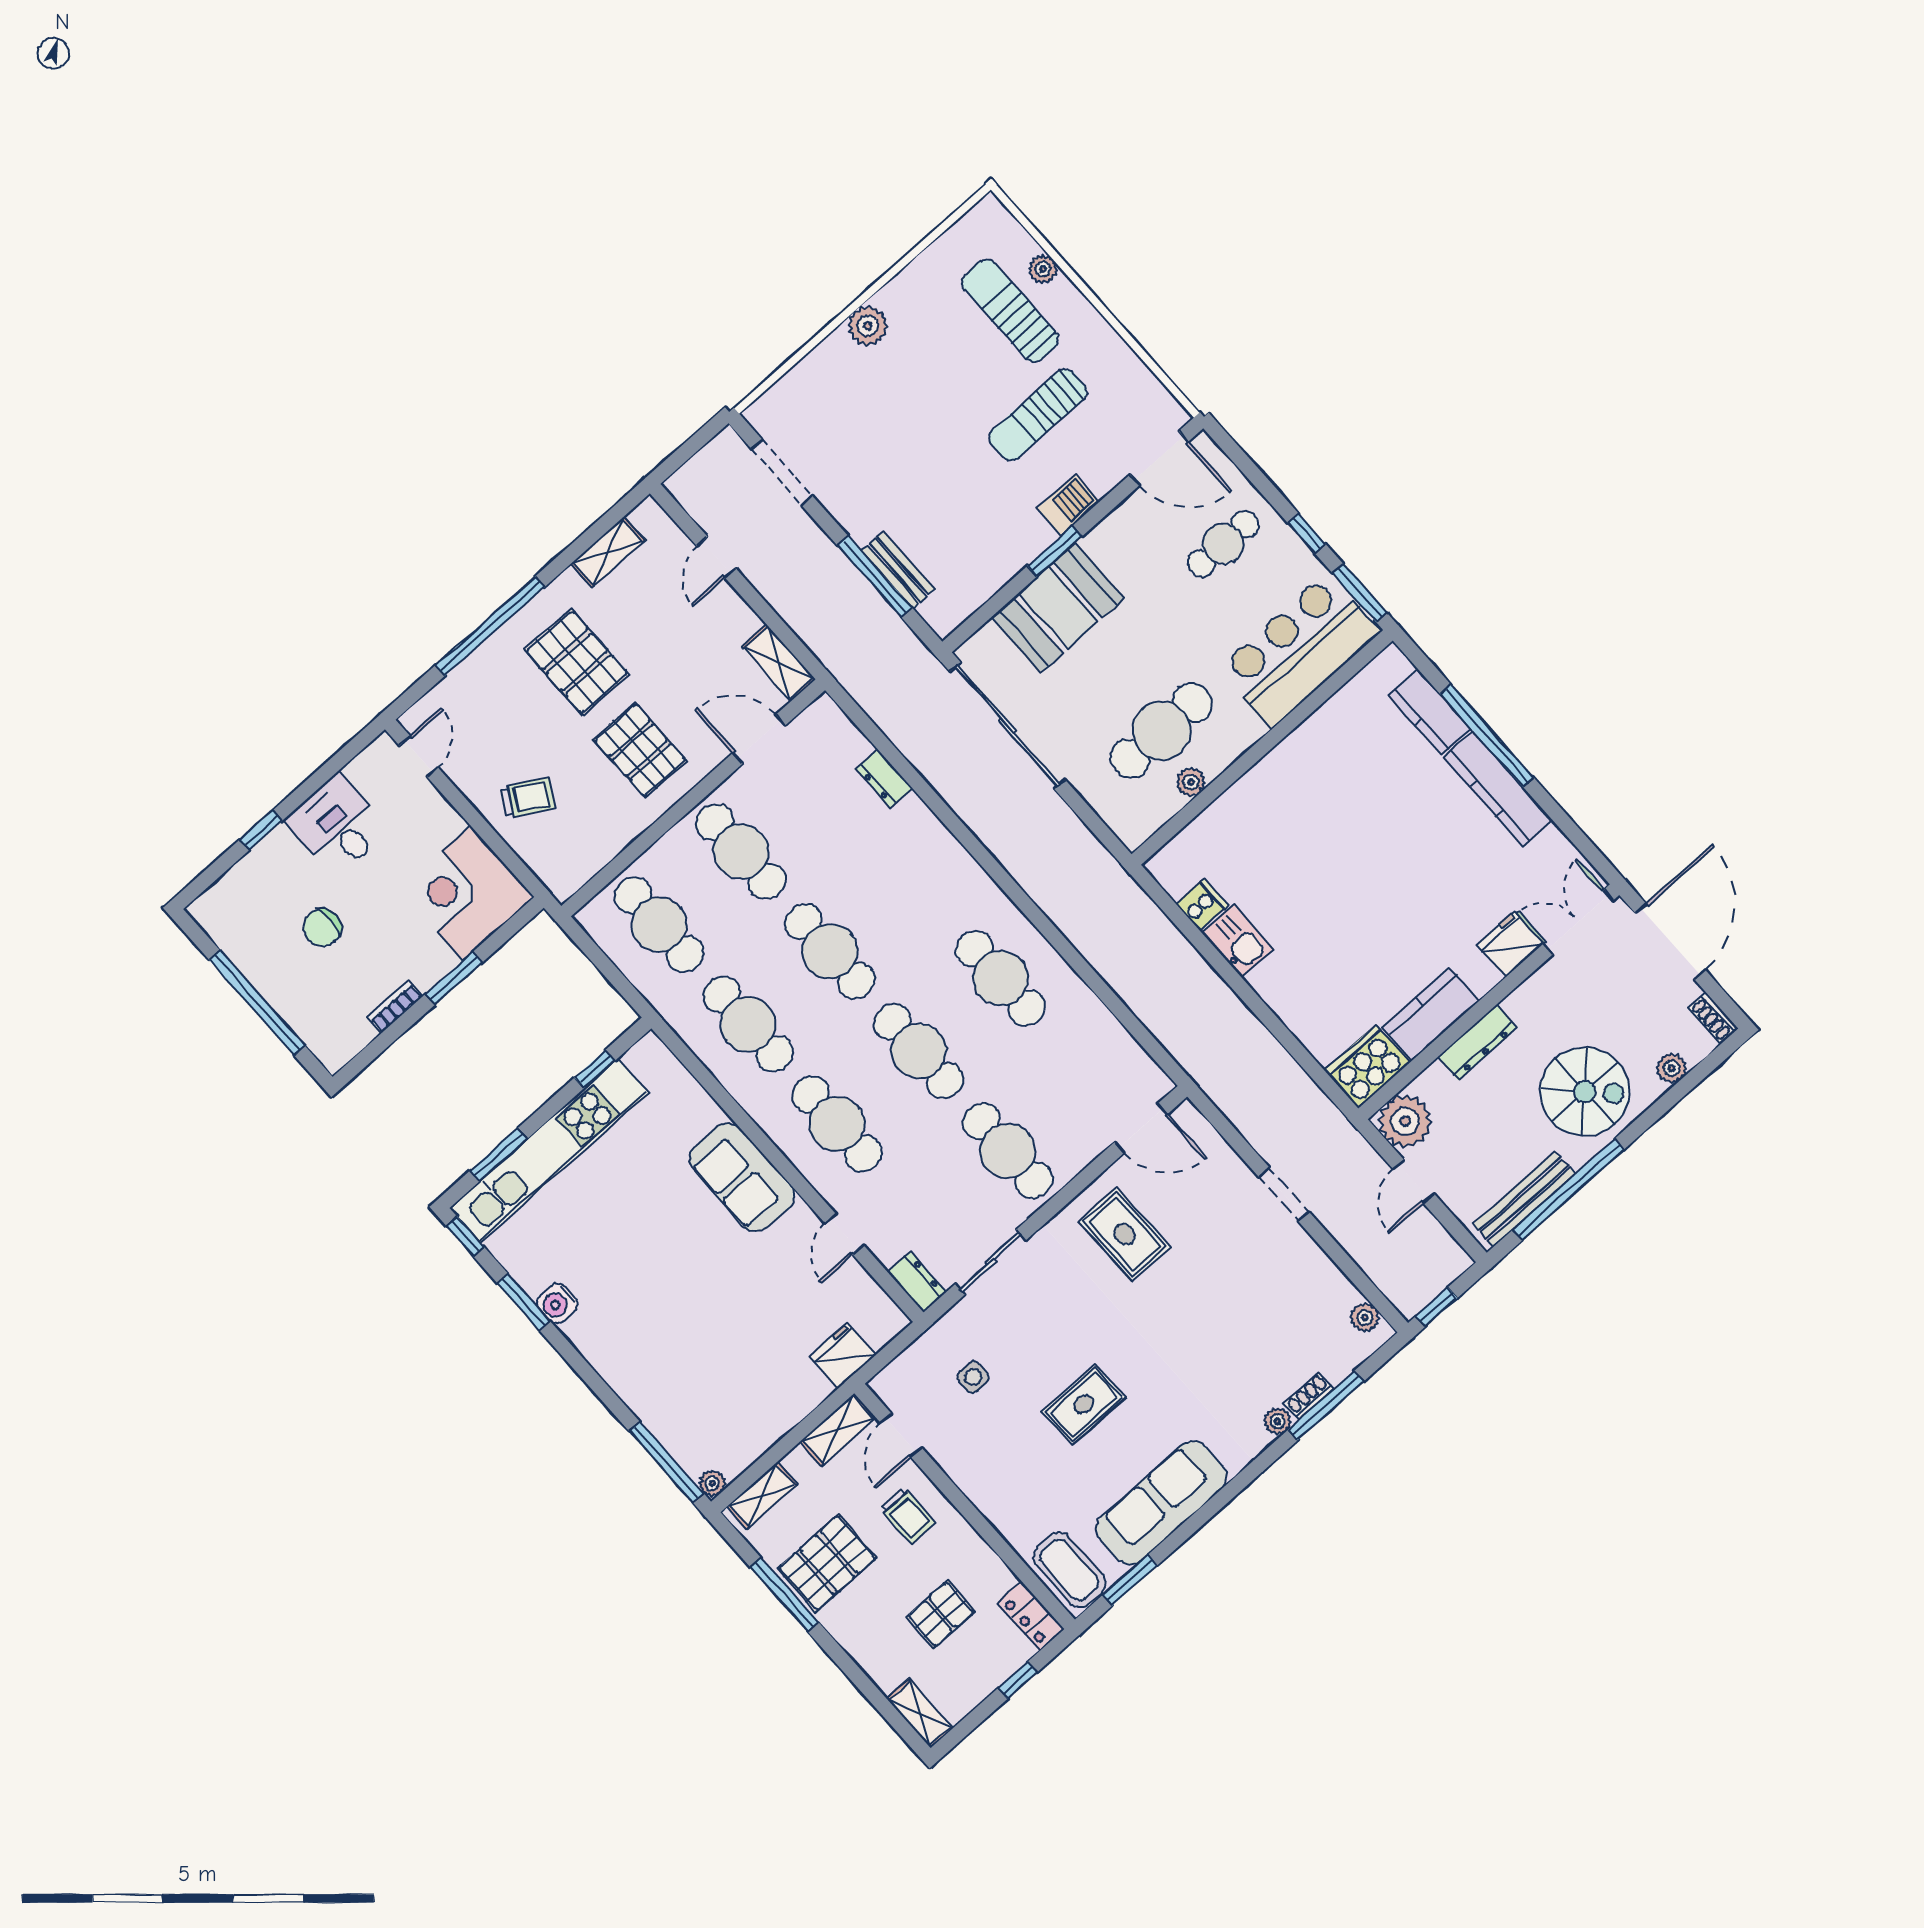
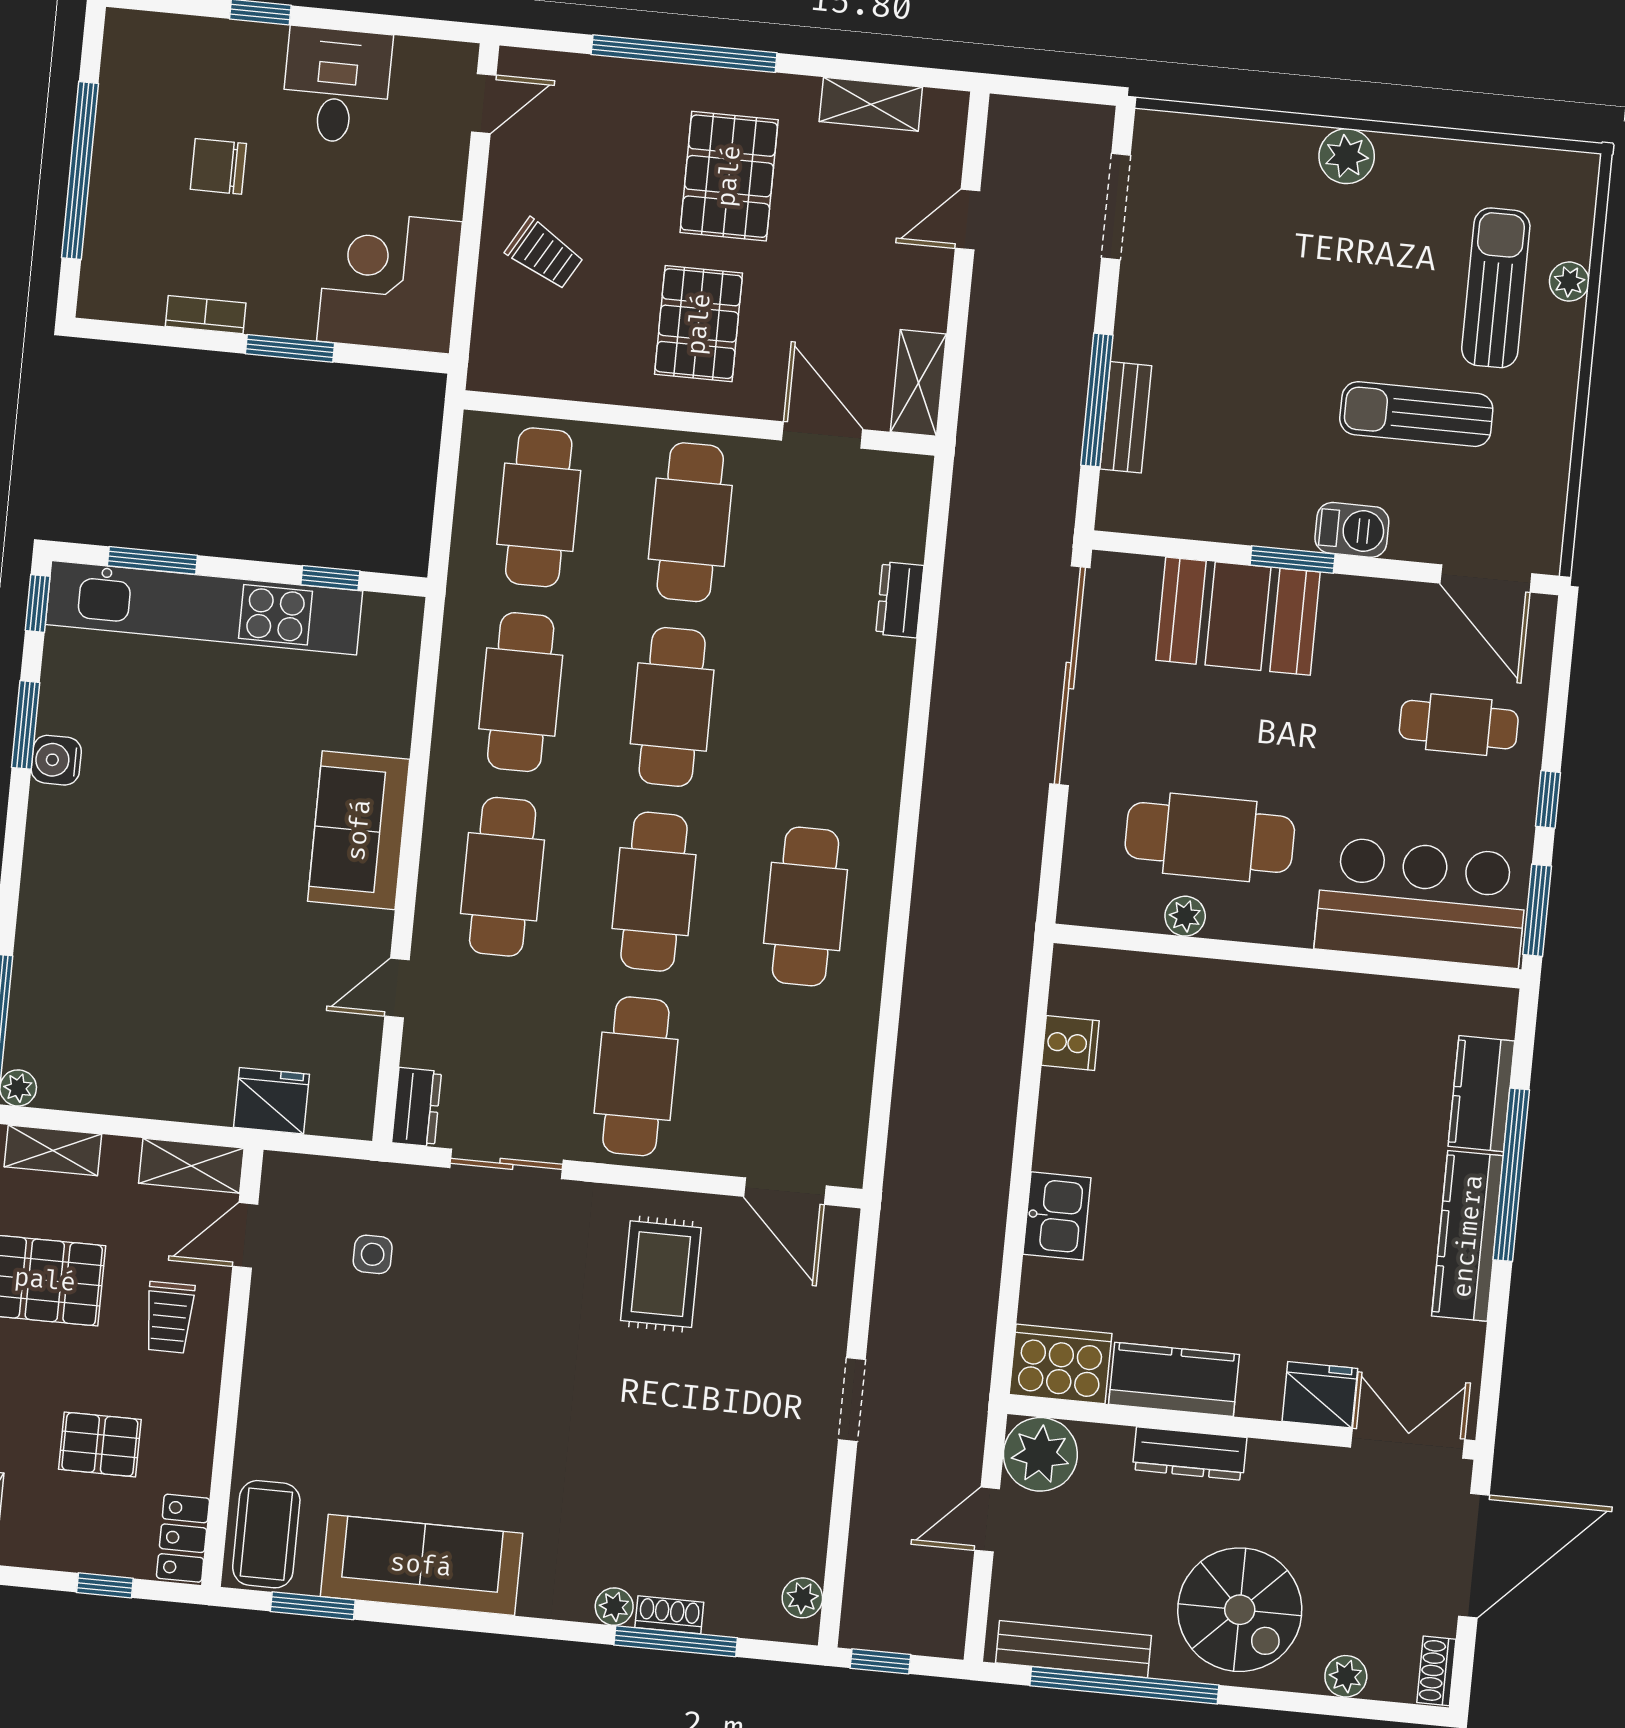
kitchen sink: (1238, 941) -> (1057, 1216), moved
rug: (1084, 1404) -> (449, 1393), removed

